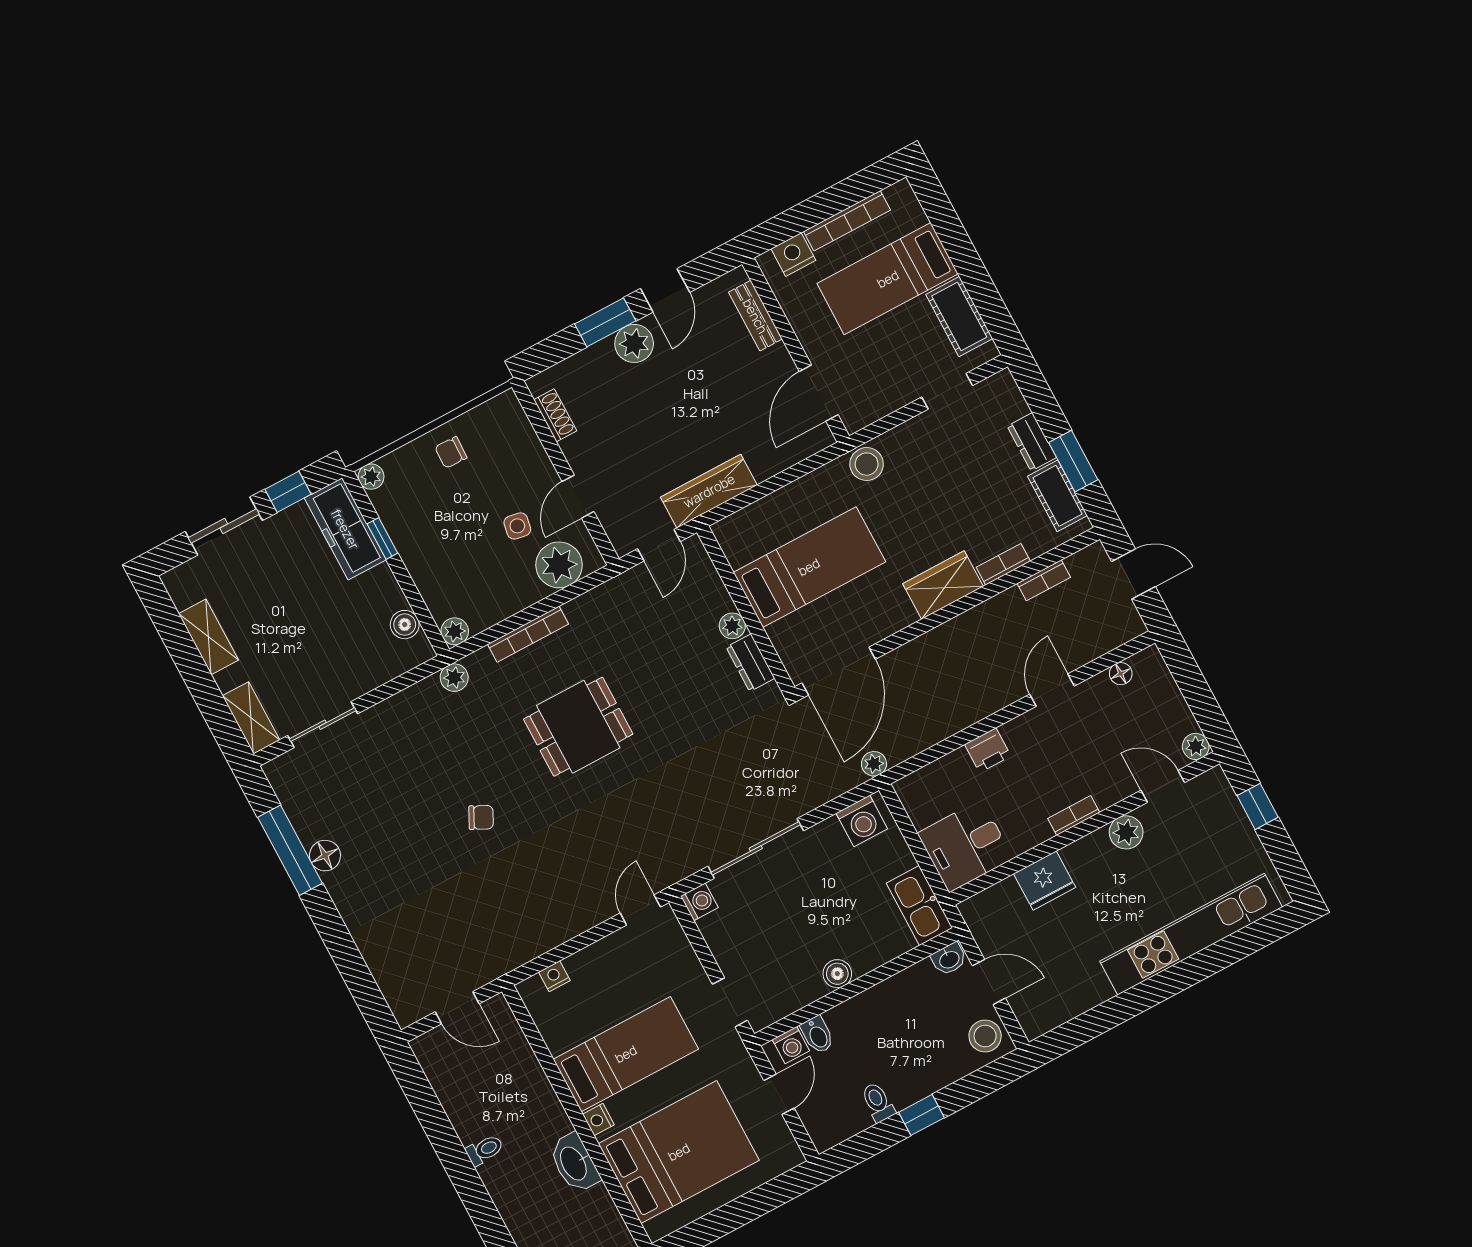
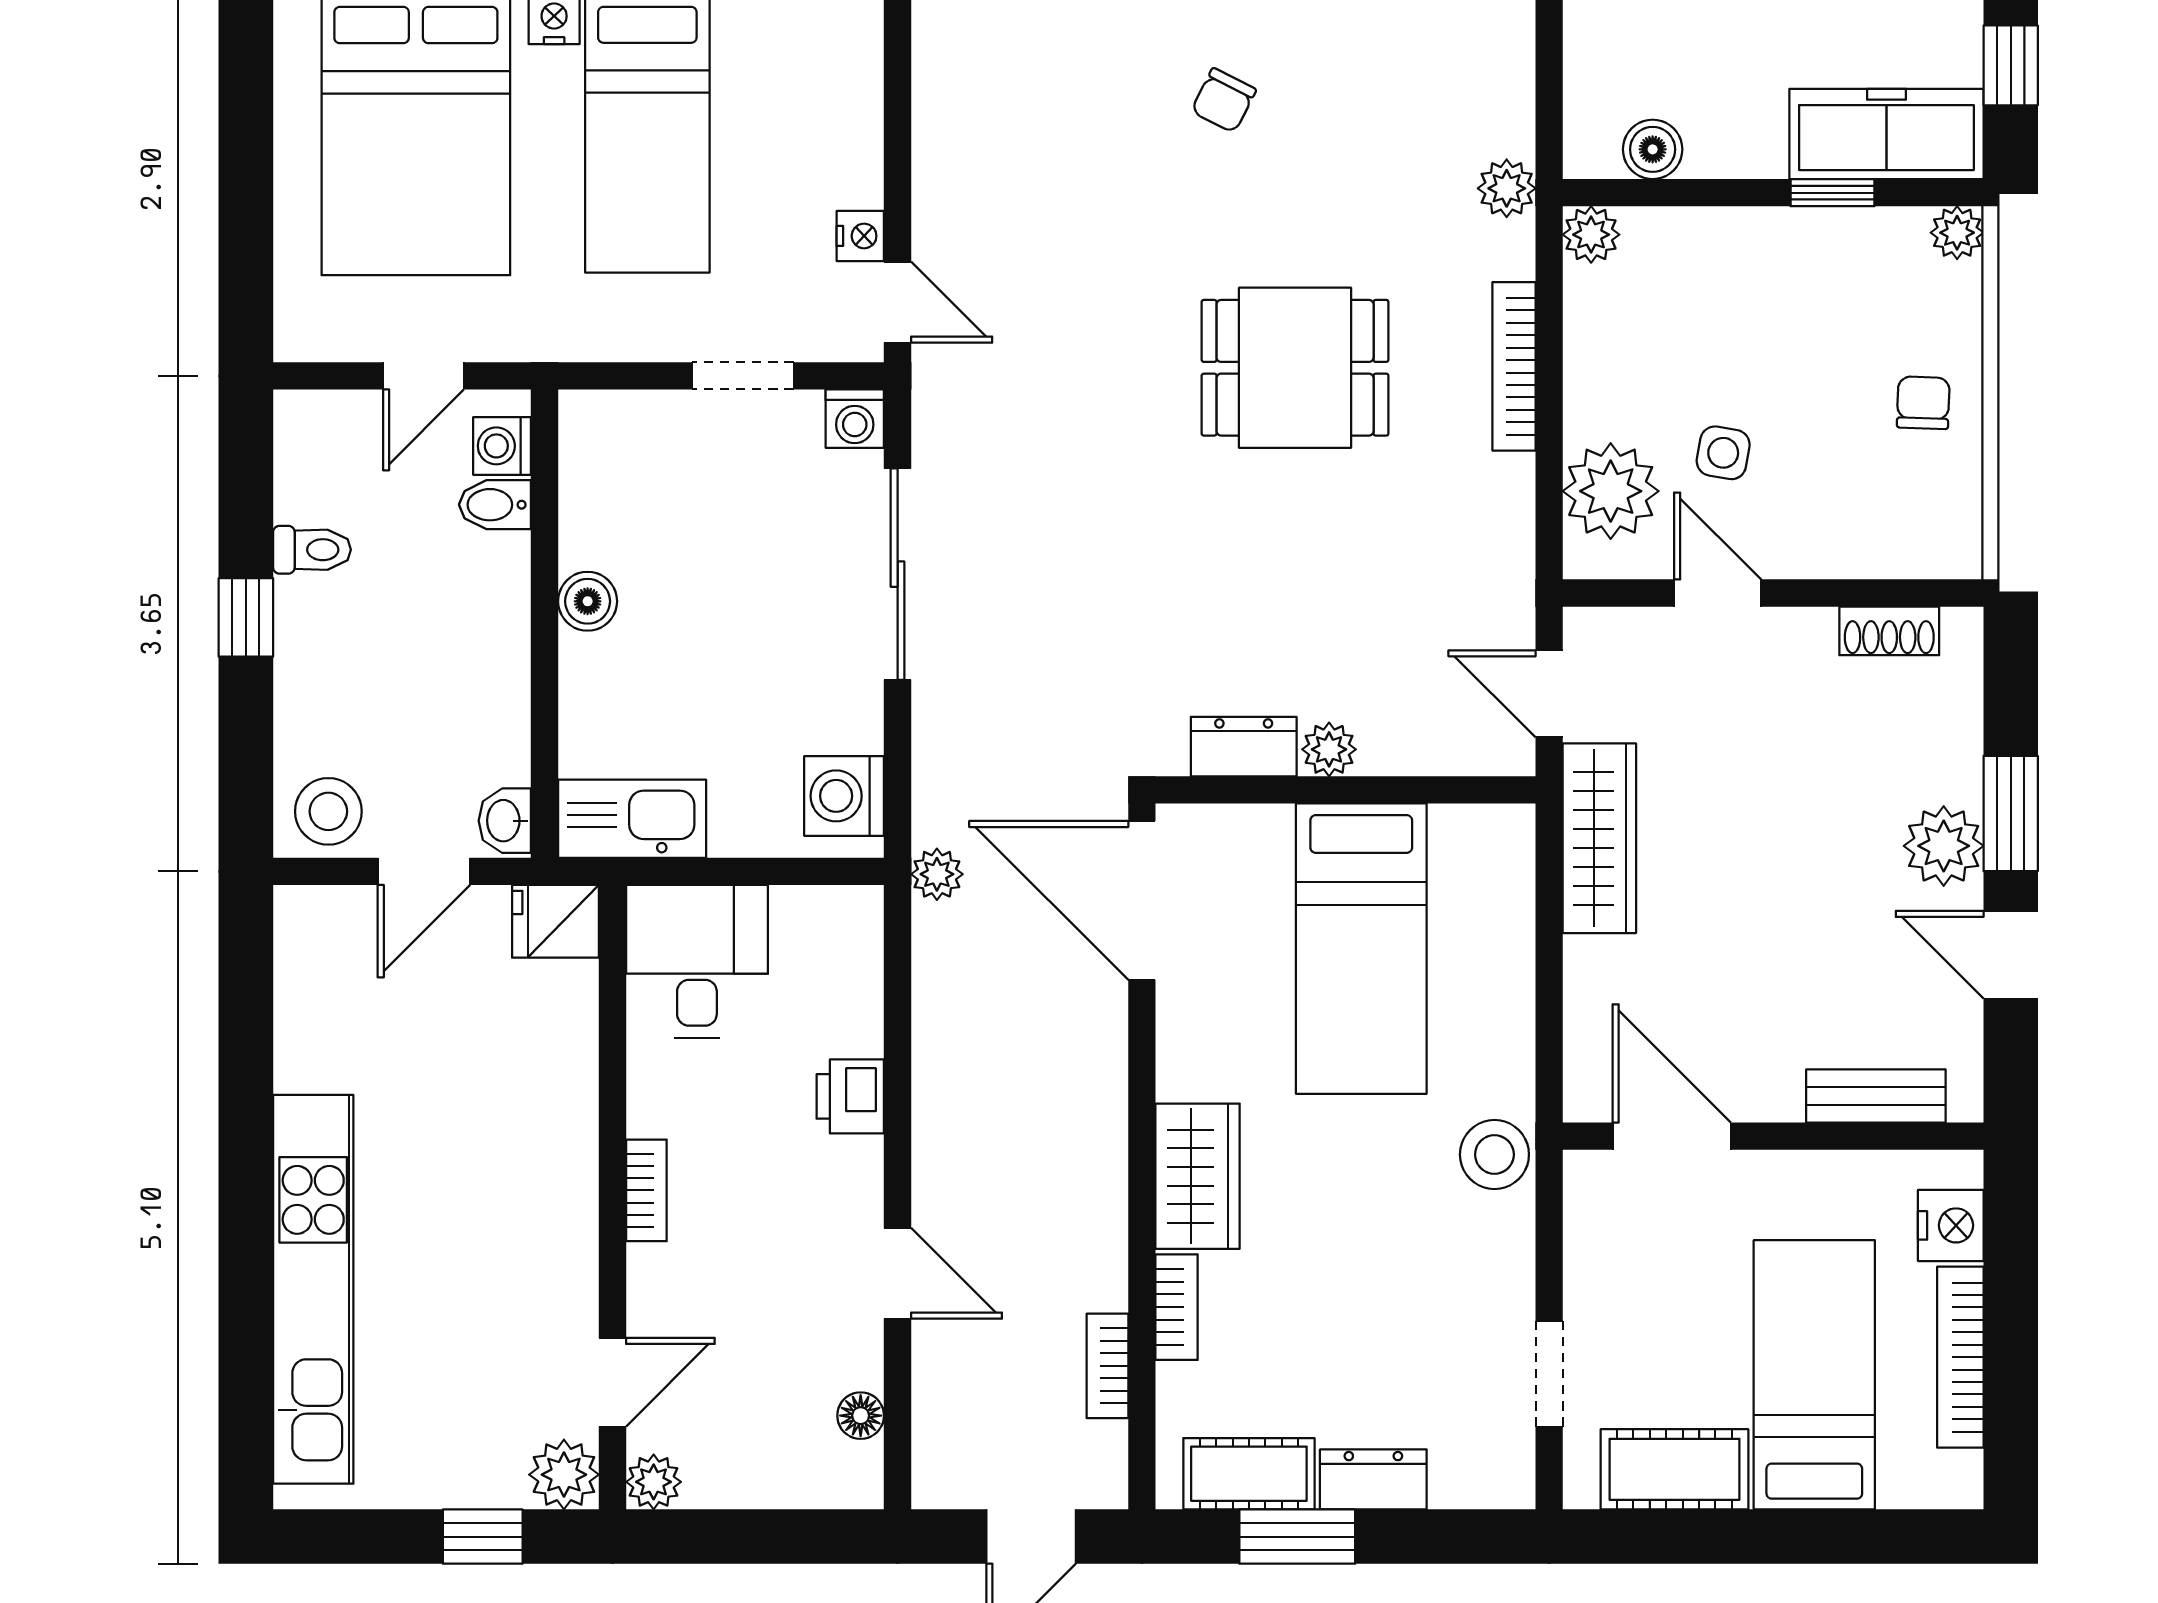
dining table: (578, 727) -> (1295, 368), turned 90
plant: (1126, 832) -> (564, 1475), moved
fridge: (1045, 881) -> (555, 921), moved, width x0.72
nightstand: (554, 976) -> (860, 236), moved
doorway: (730, 1002) -> (743, 376), moved
door: (779, 1094) -> (423, 376), hinge flipped

